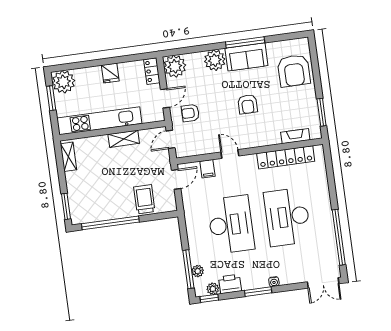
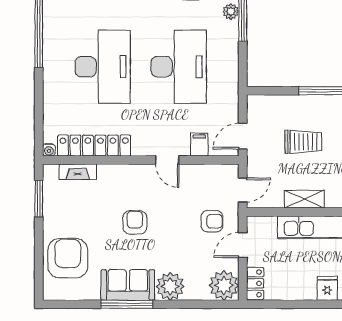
fridge: (110, 73) -> (327, 288), moved
water cooler: (319, 149) -> (49, 150), added
trolley: (144, 199) -> (303, 142), moved, turned -90
desk: (231, 225) -> (179, 67), turned 180

